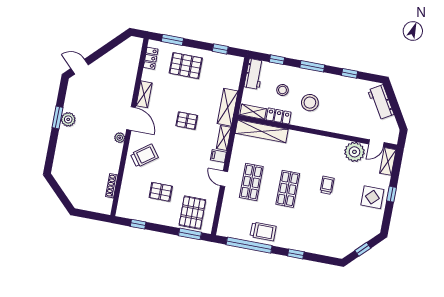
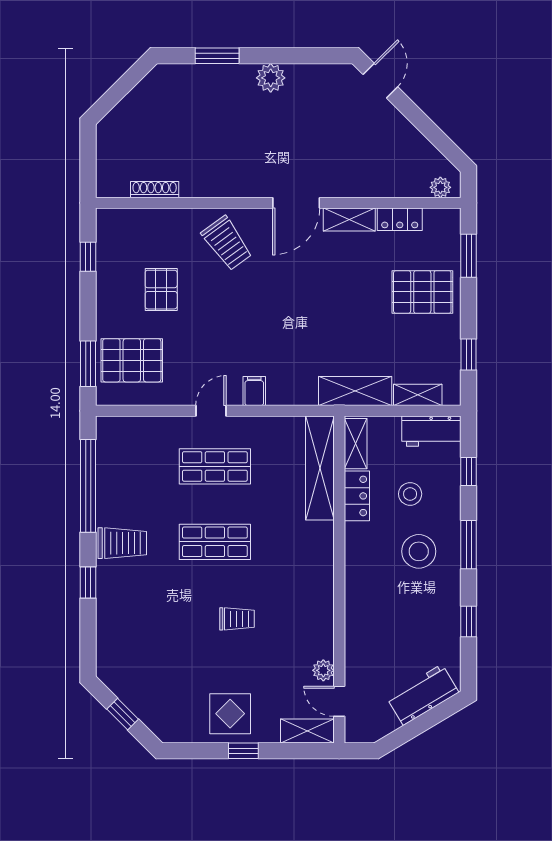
locker: (151, 58) -> (400, 219), moved
pallet: (186, 66) -> (422, 292), turned 90
stool: (310, 103) -> (419, 551), moved
window: (58, 118) -> (217, 56), moved
pallet: (187, 121) -> (313, 315), removed
plant: (120, 138) -> (440, 187), moved
shelving: (224, 138) -> (418, 395), moved
plant: (354, 152) -> (323, 670), width x0.53, depth x0.53
trolley: (263, 231) -> (122, 543), moved, turned -90

